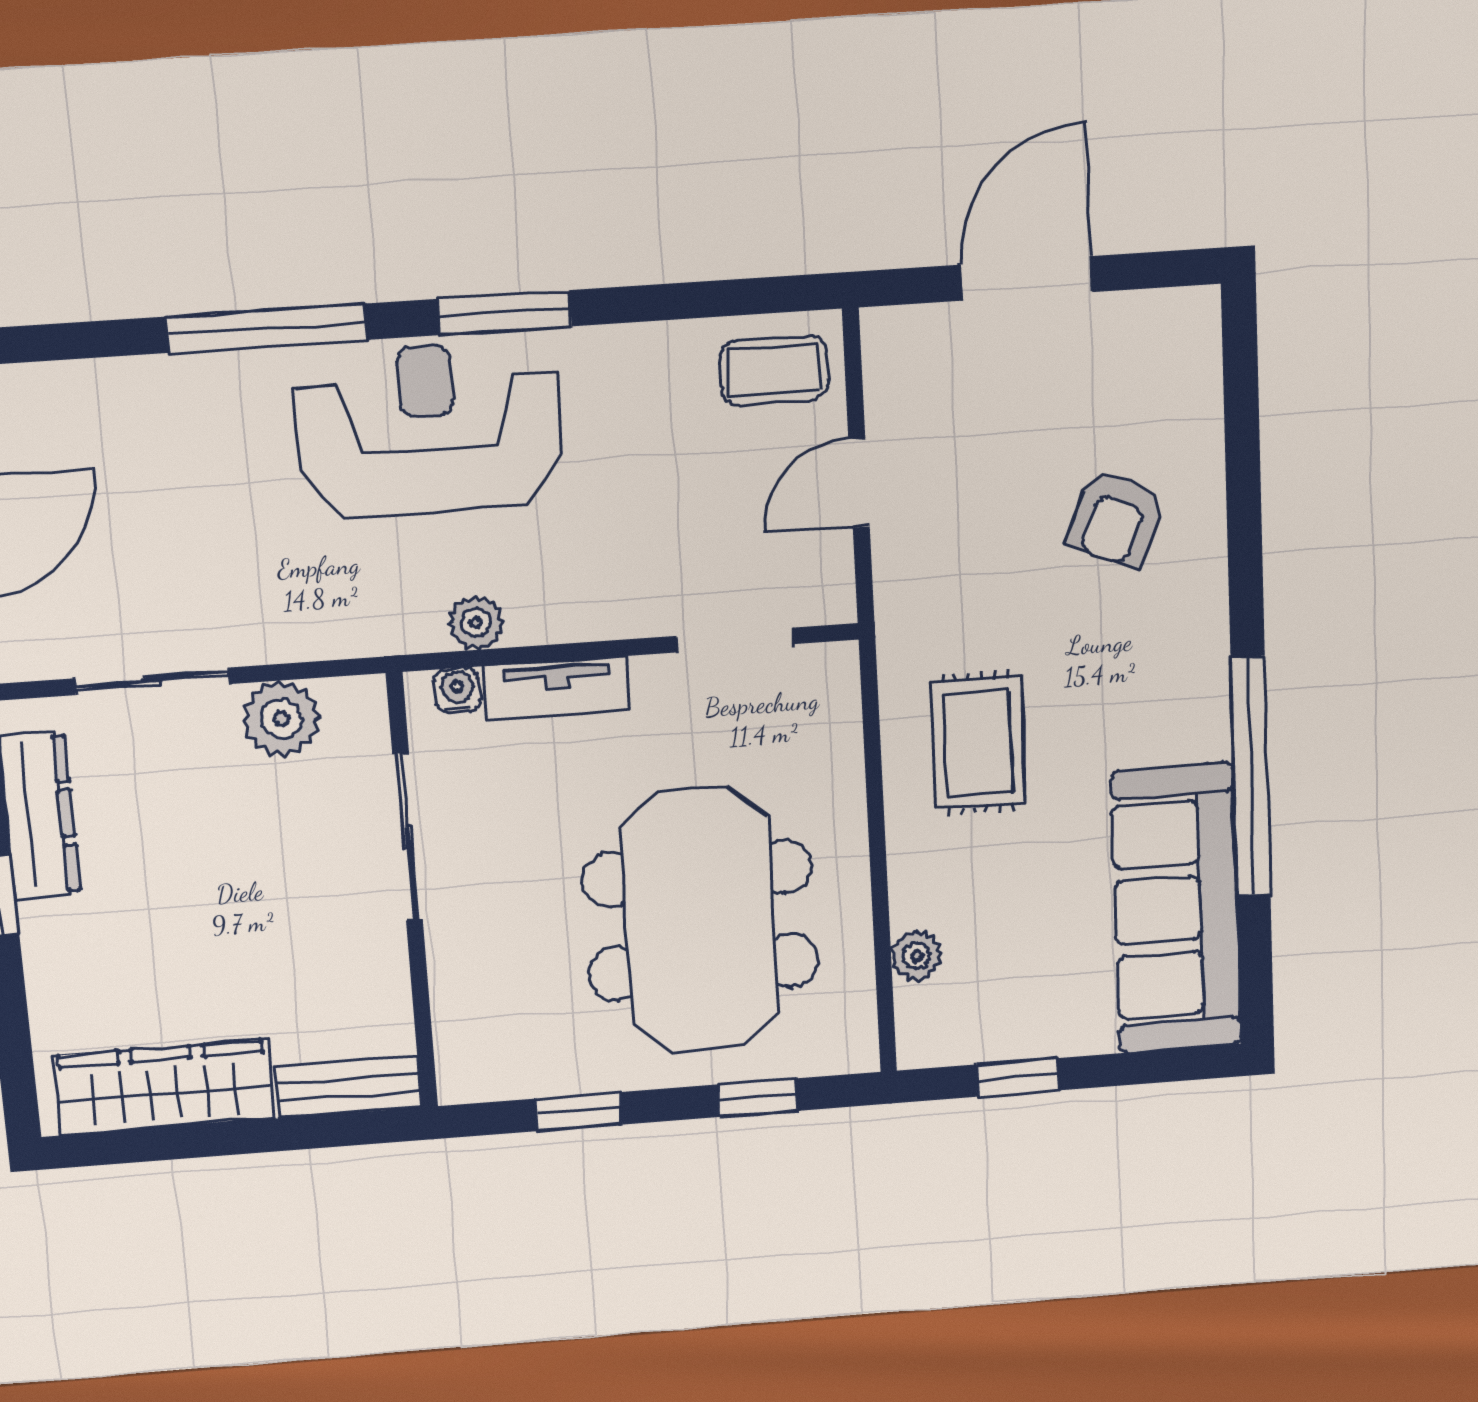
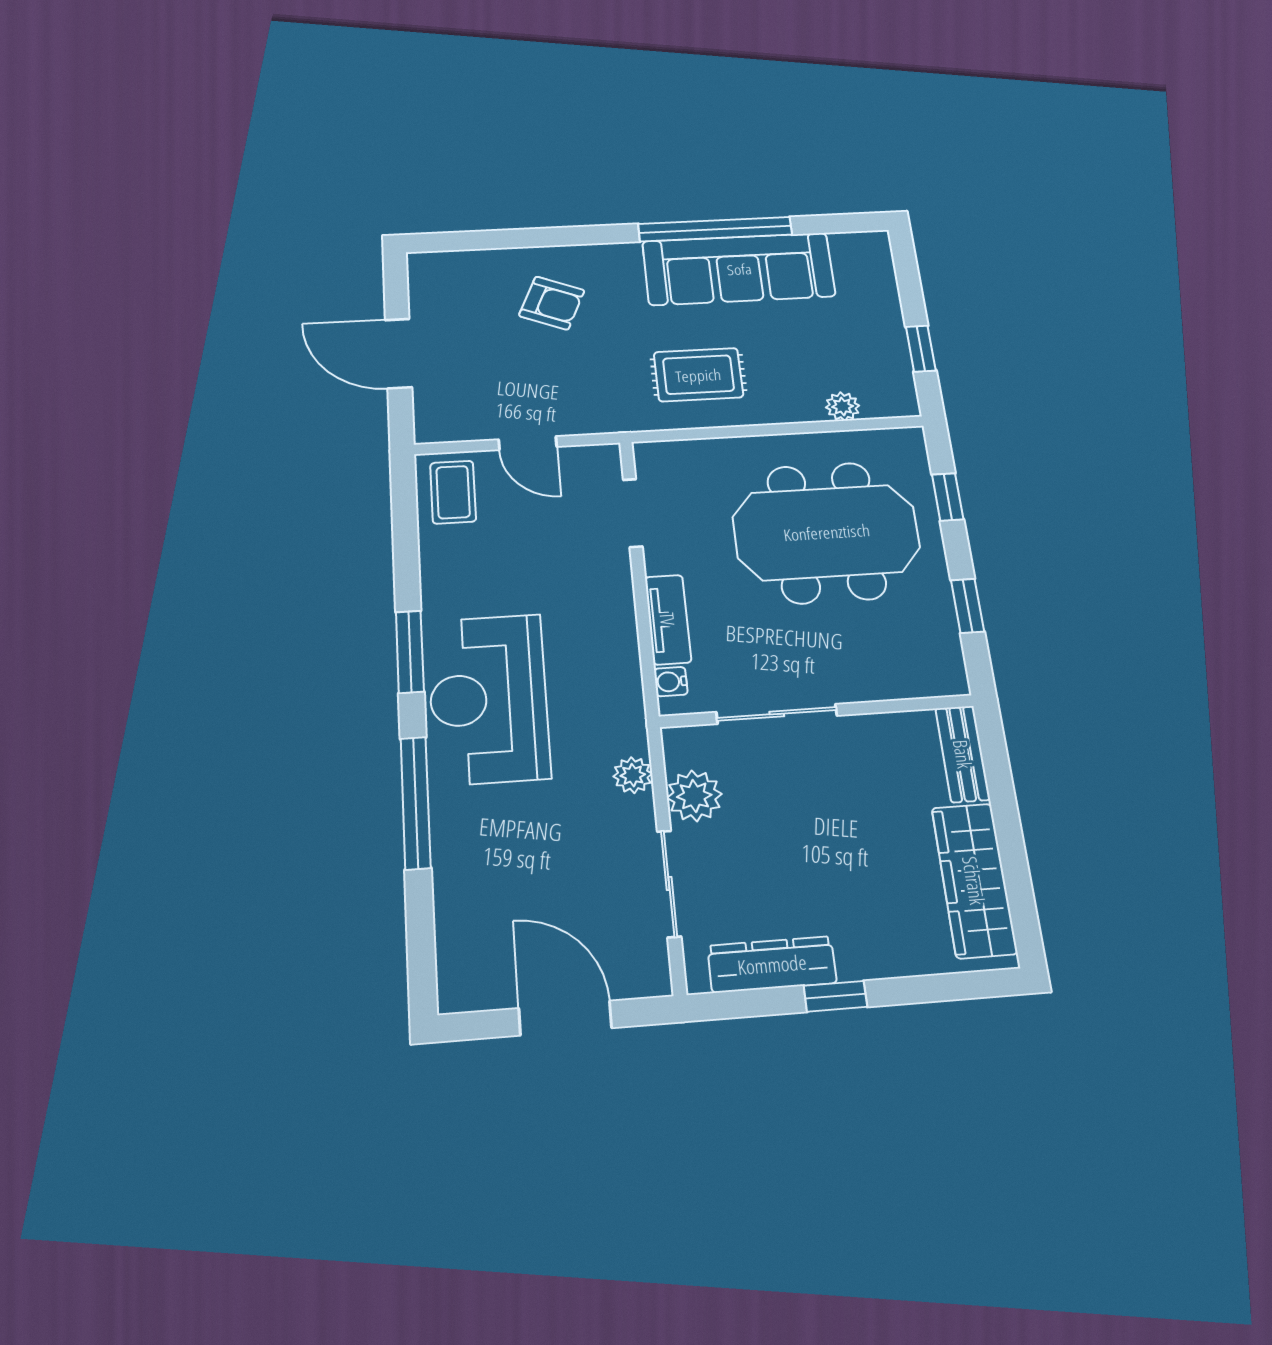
plant: (476, 623) -> (633, 775), moved
sofa: (1176, 909) -> (739, 269), moved

